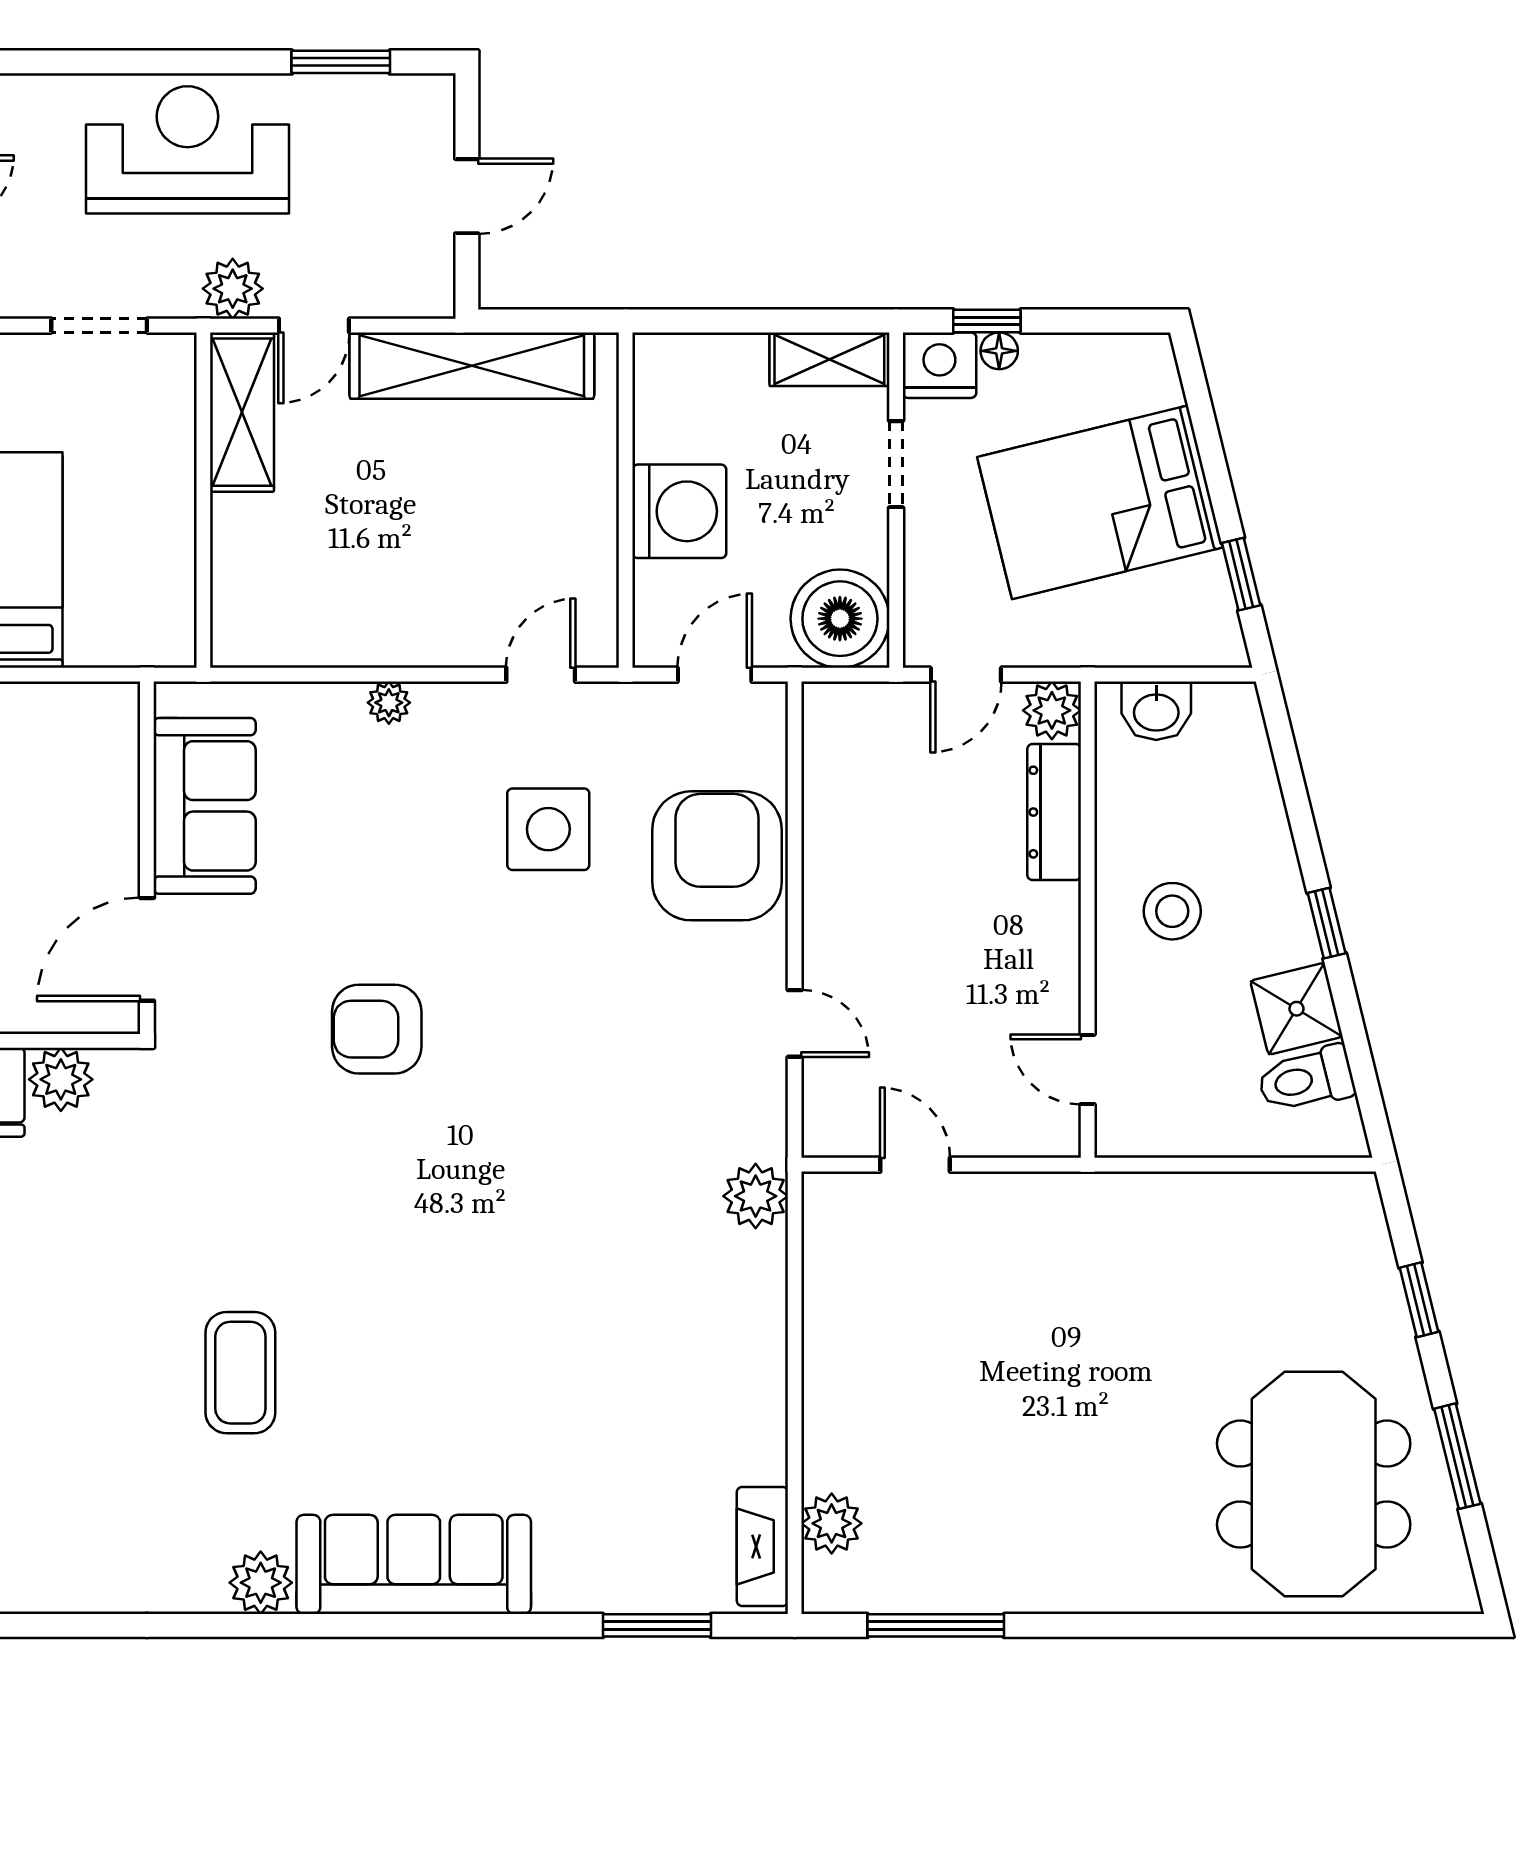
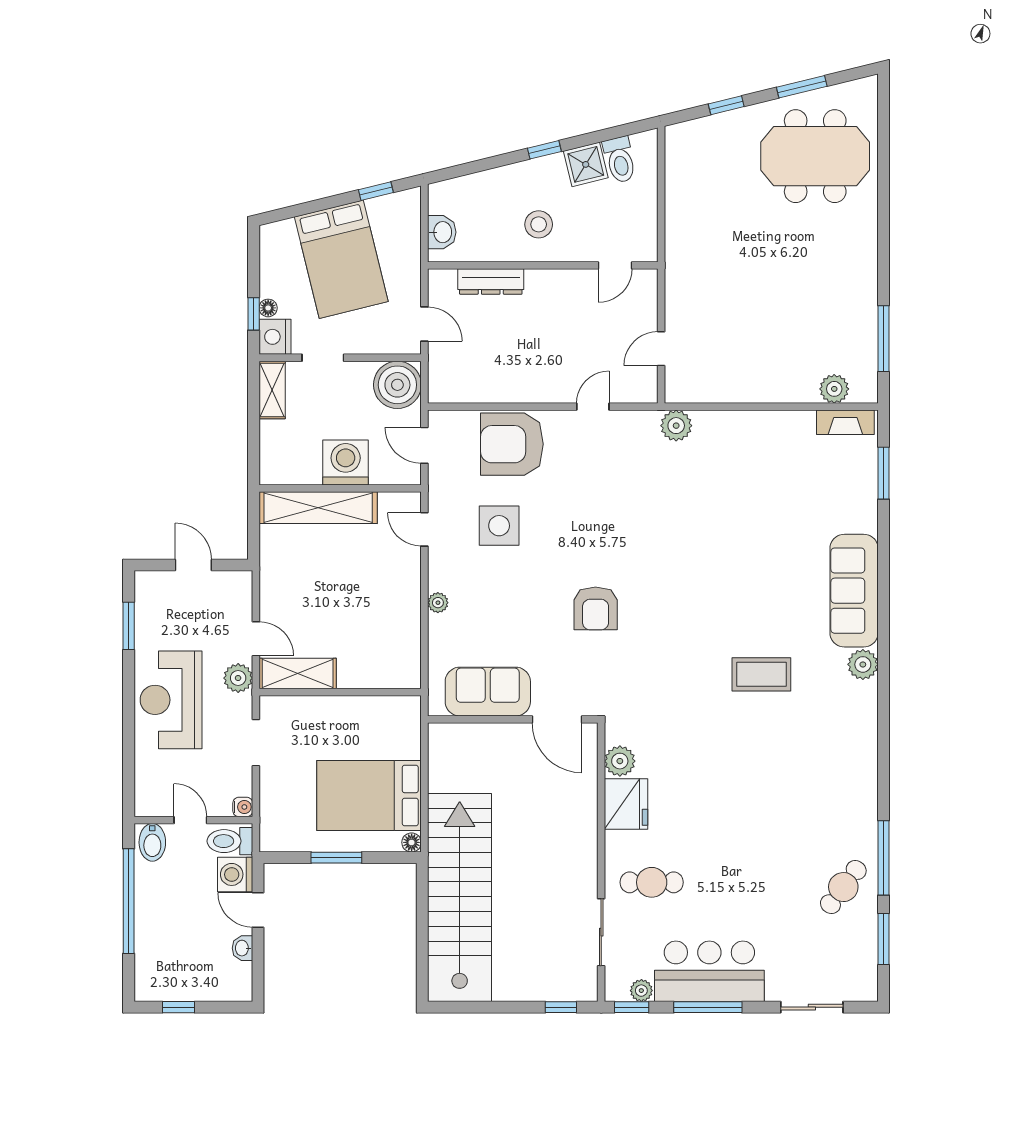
shelving: (472, 366) -> (318, 508), moved, turned 90
plant: (1052, 710) -> (442, 283), removed

